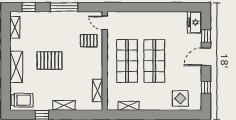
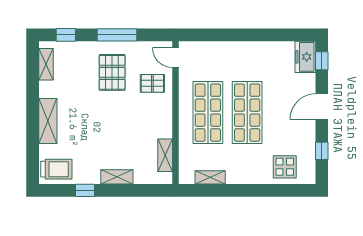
window: (206, 36) -> (322, 61), moved
pallet: (50, 61) -> (112, 72), moved, turned 90

